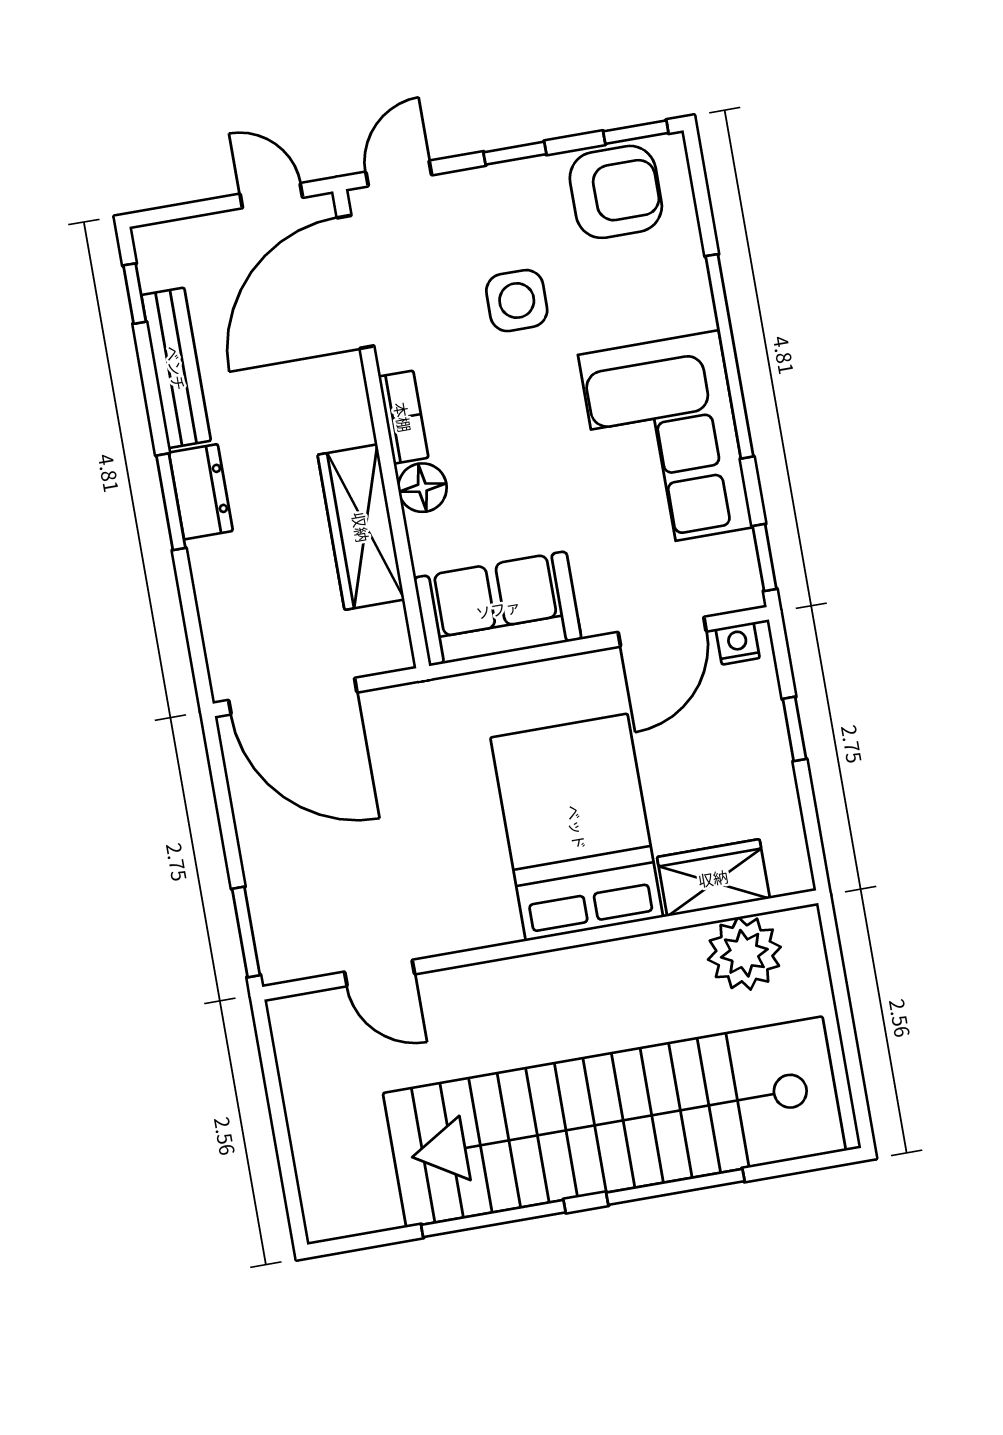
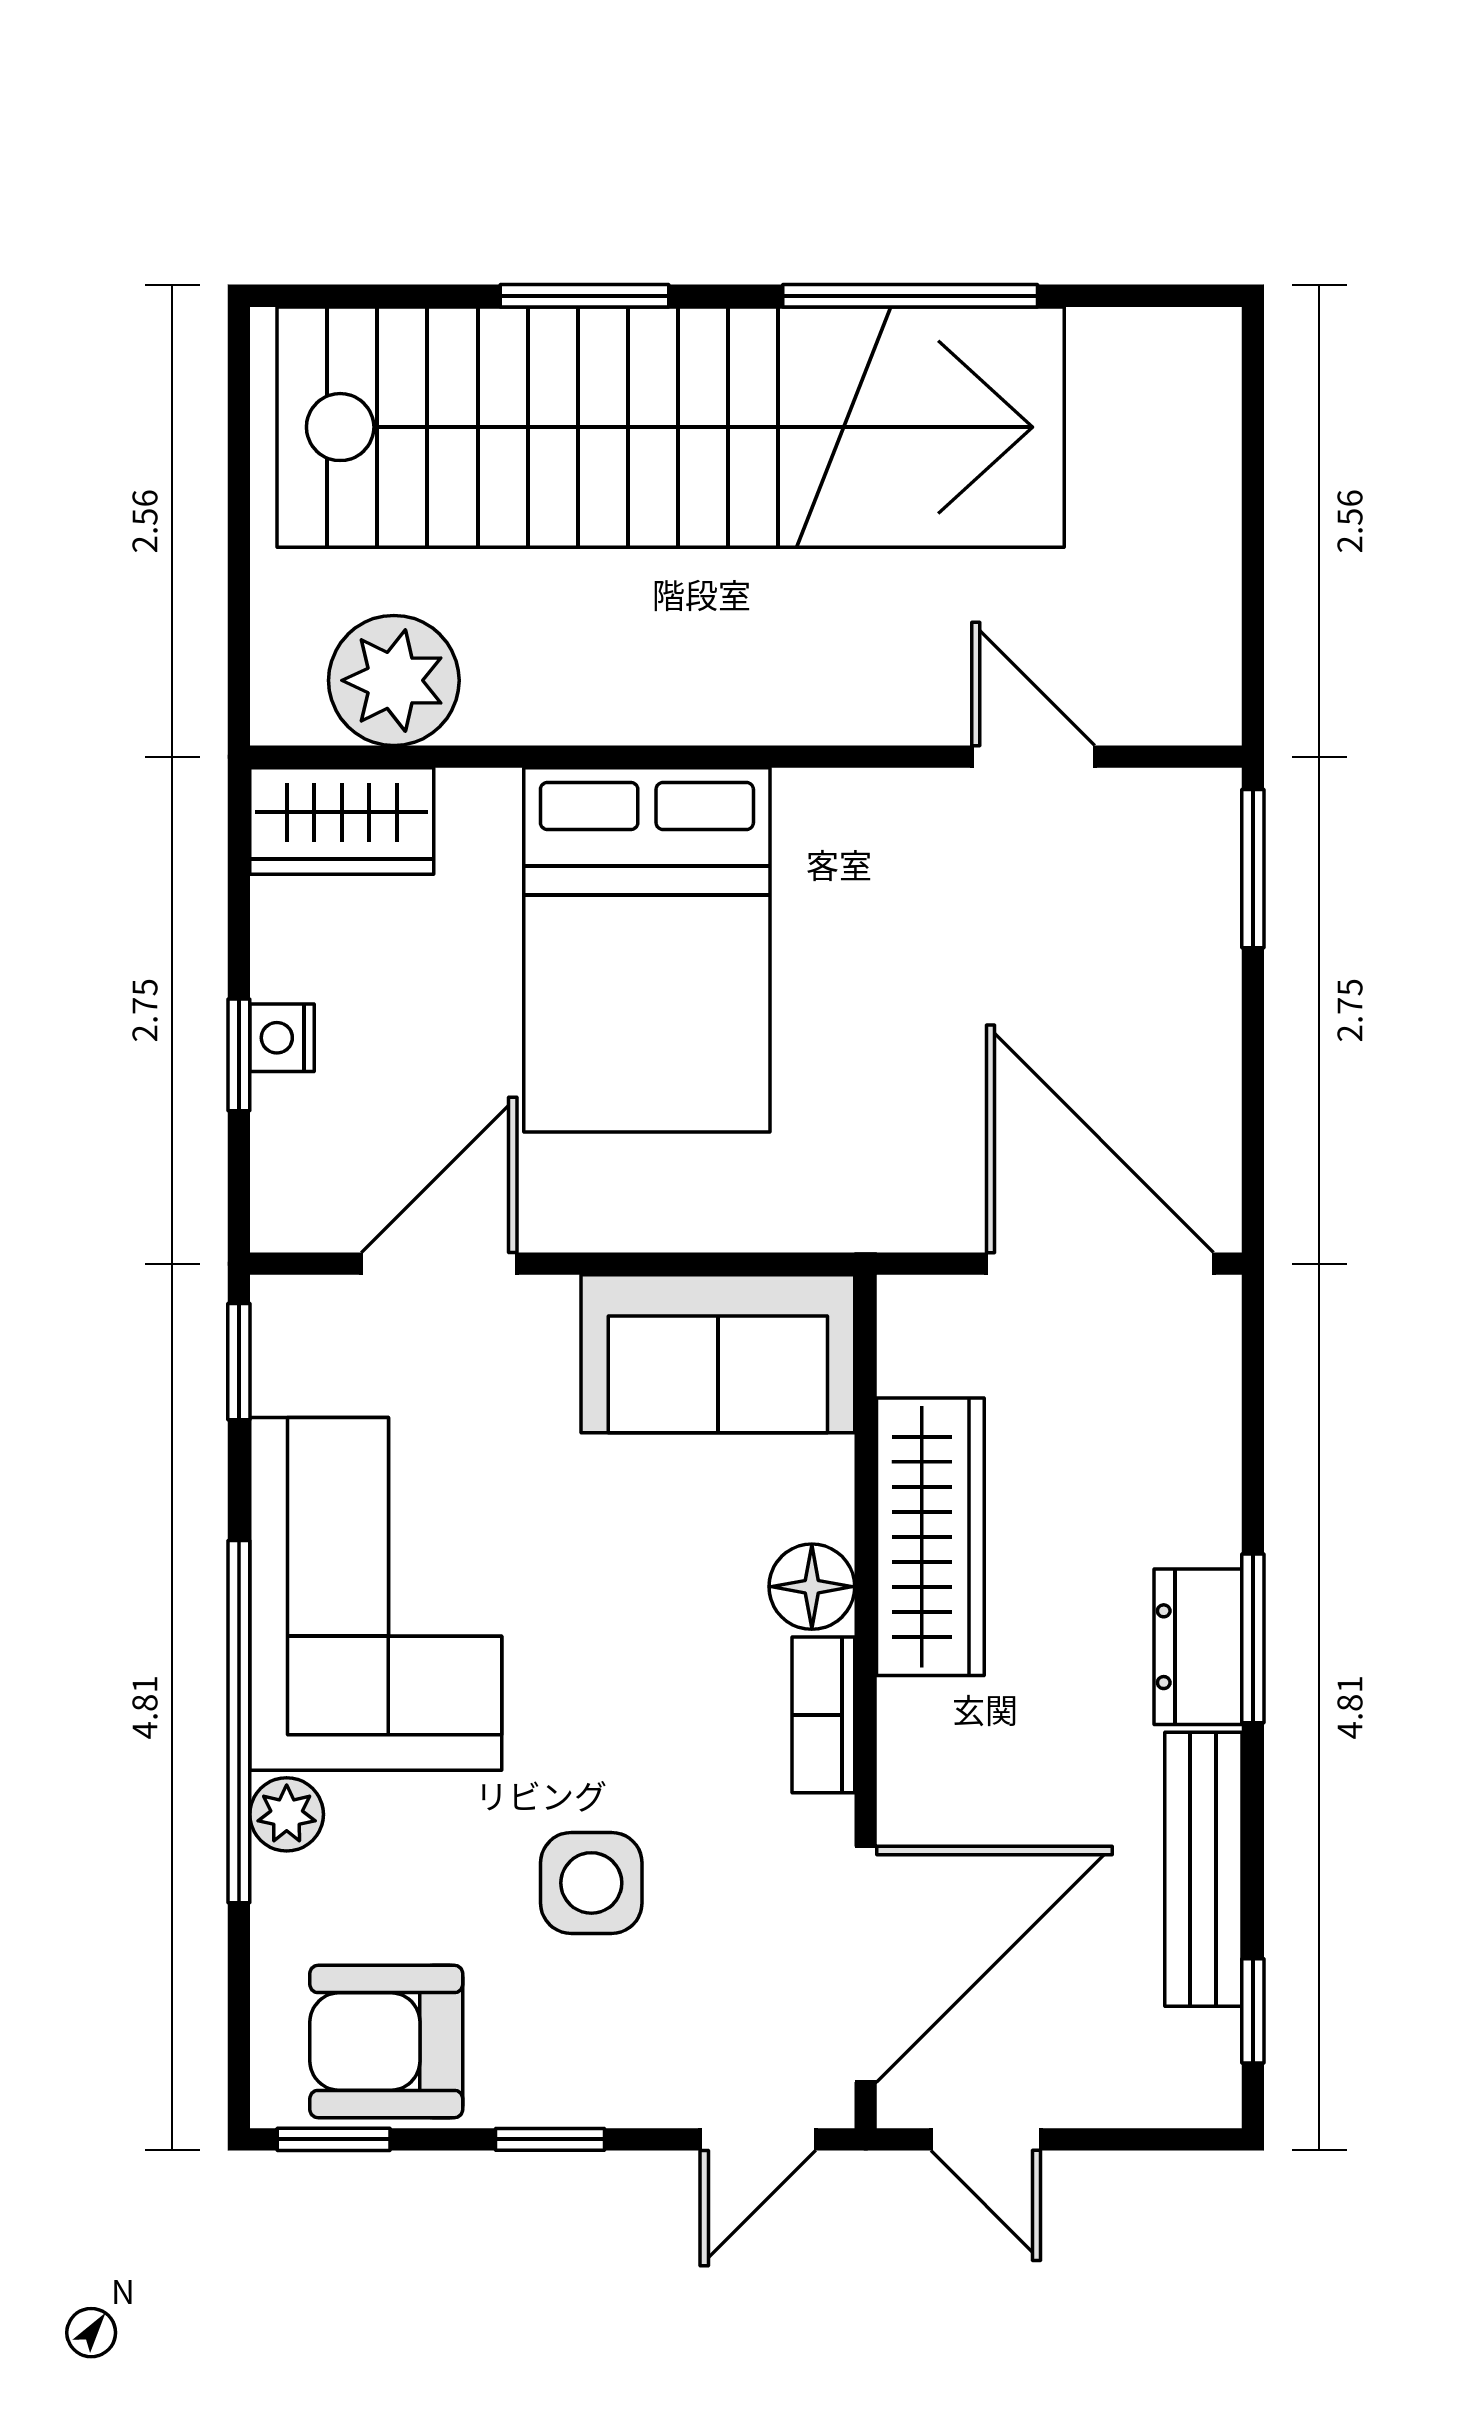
plant: (694, 309) -> (287, 1814), added
nightstand: (738, 643) -> (282, 1038), moved, turned 90
wardrobe: (713, 878) -> (342, 821), moved
window: (675, 1187) -> (584, 296), width x0.69

